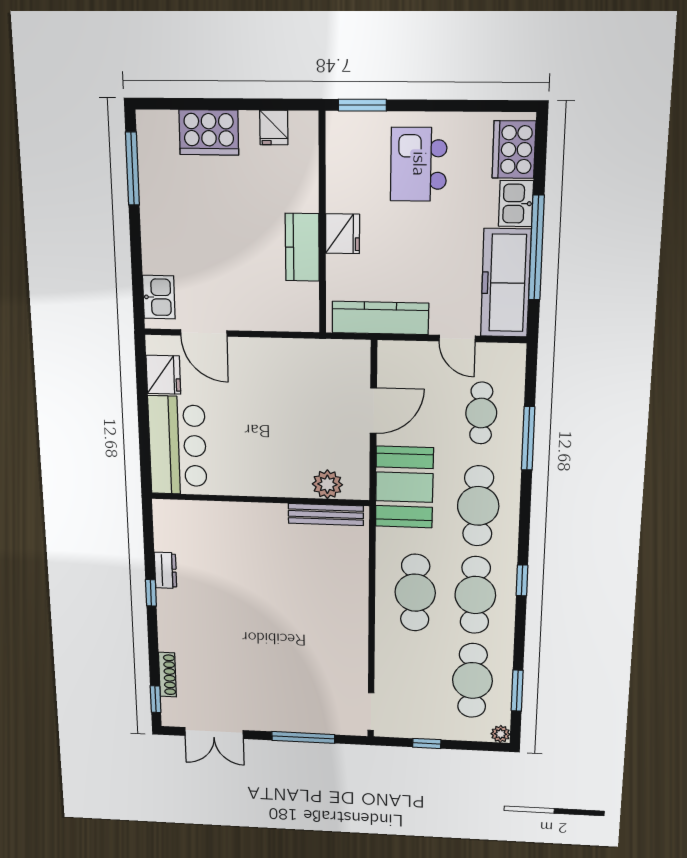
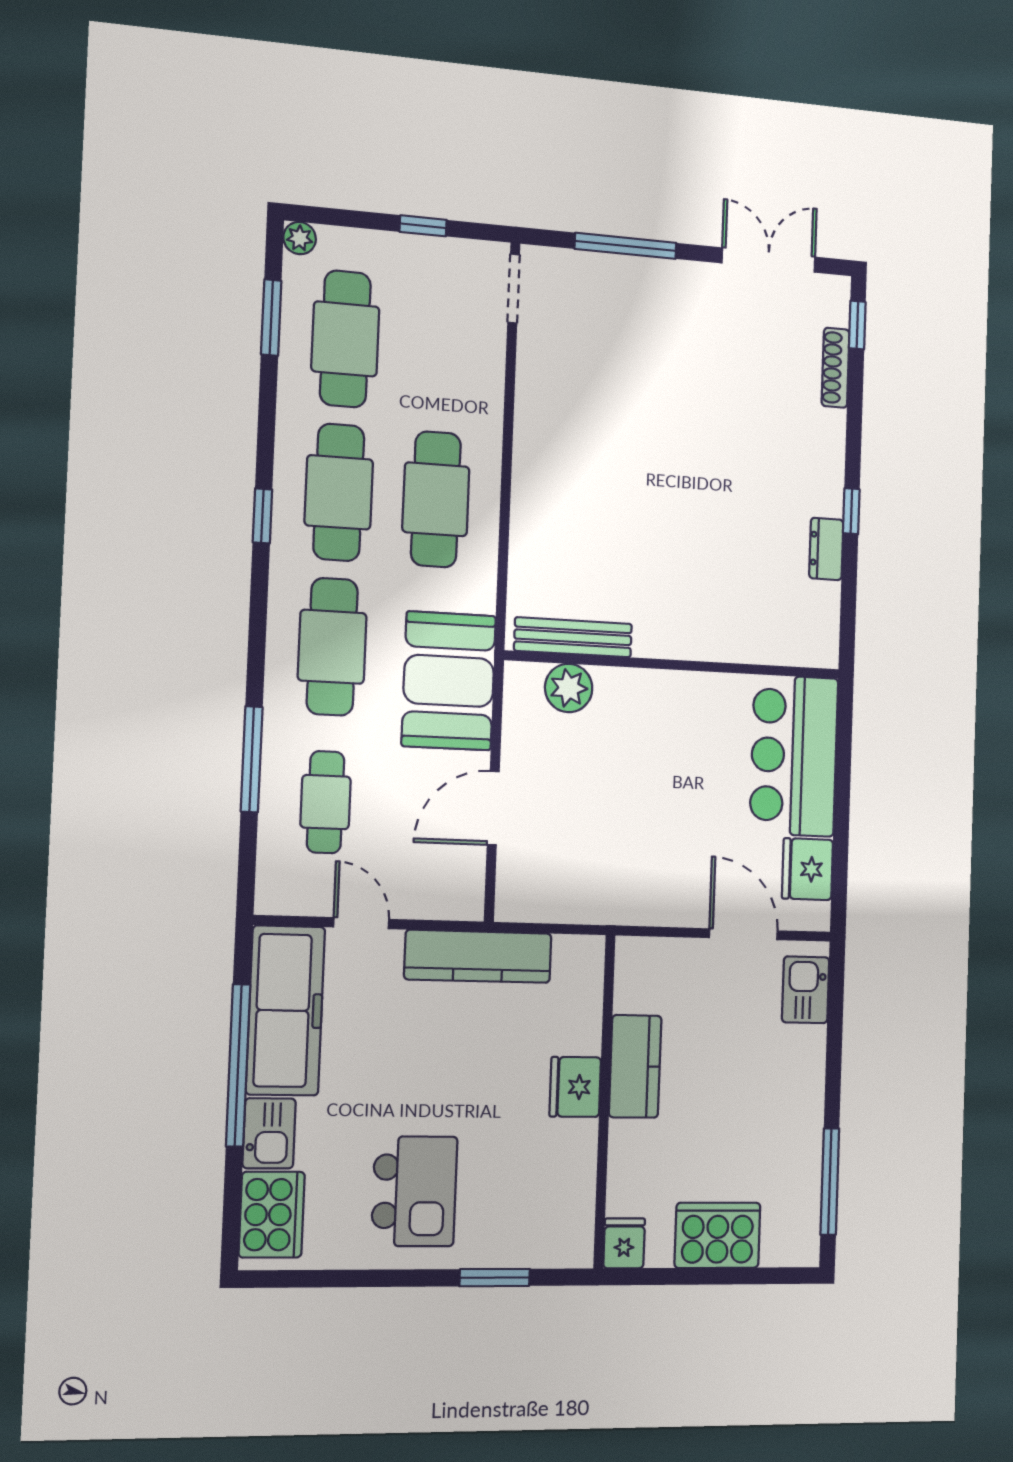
wall: (322, 224) -> (604, 1101), moved
fridge: (342, 234) -> (575, 1087), moved
kitchen counter: (302, 247) -> (635, 1066), moved

